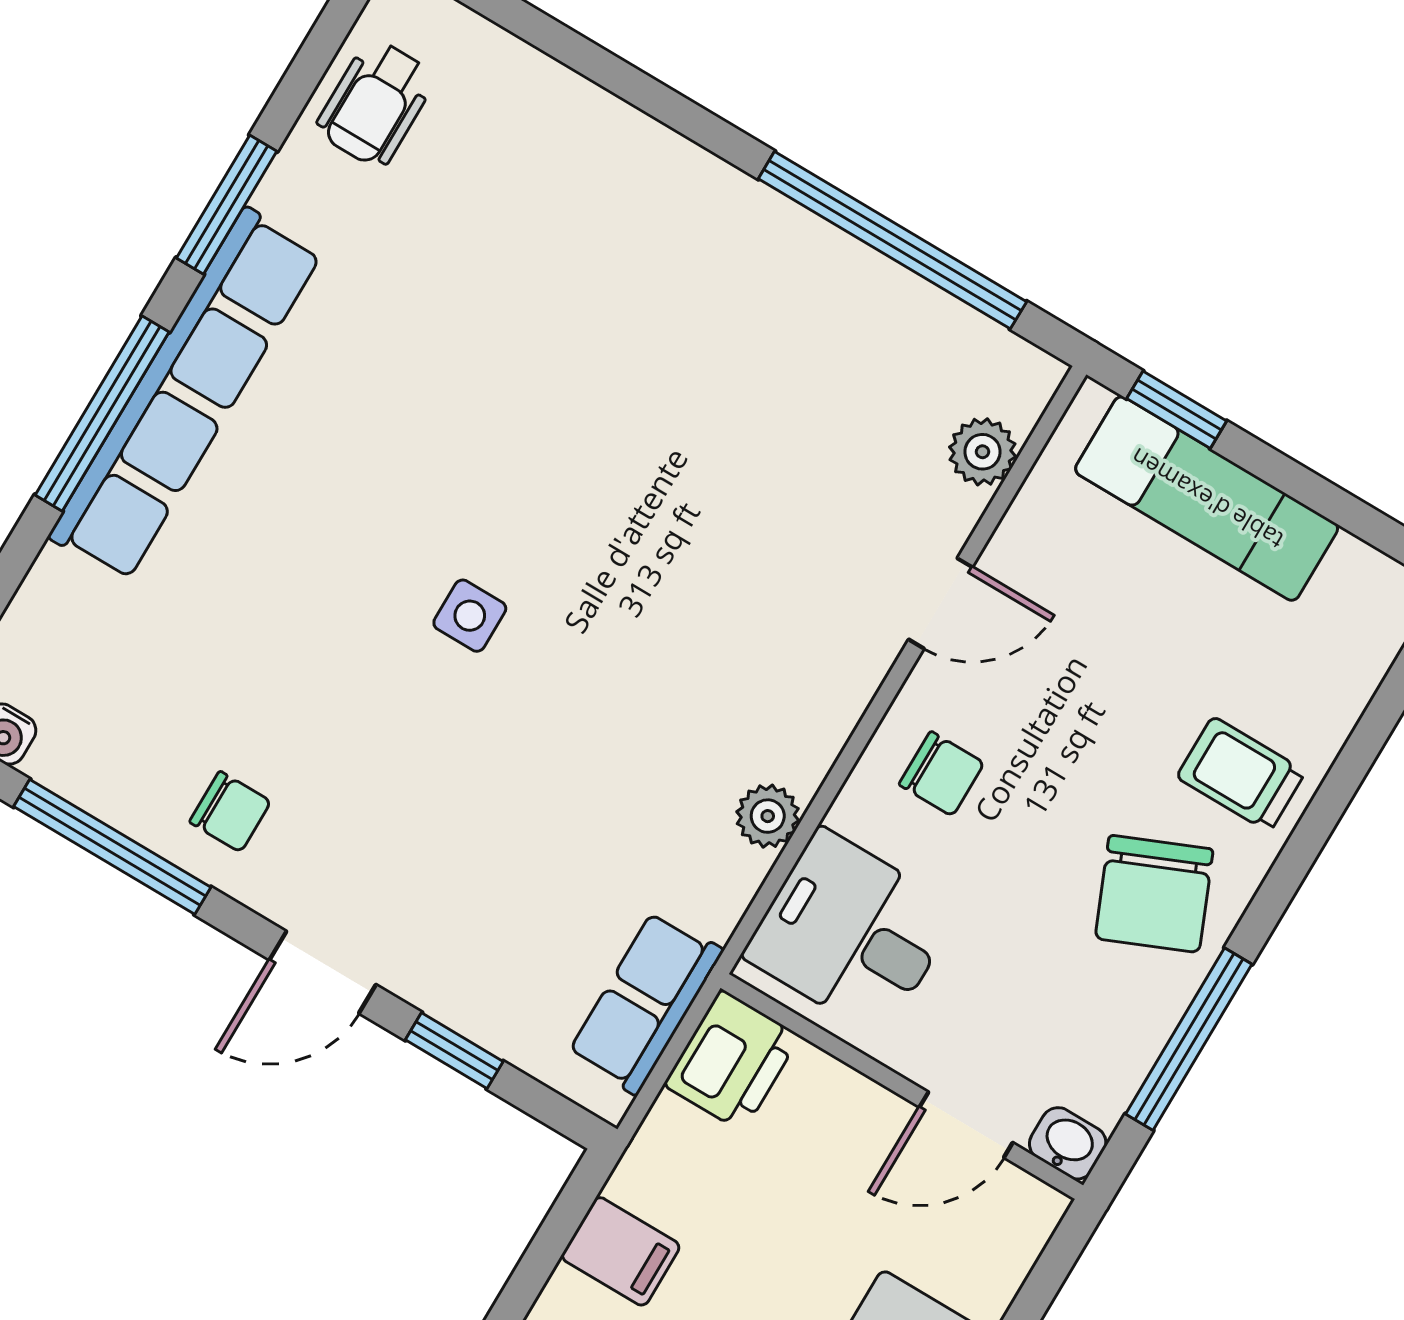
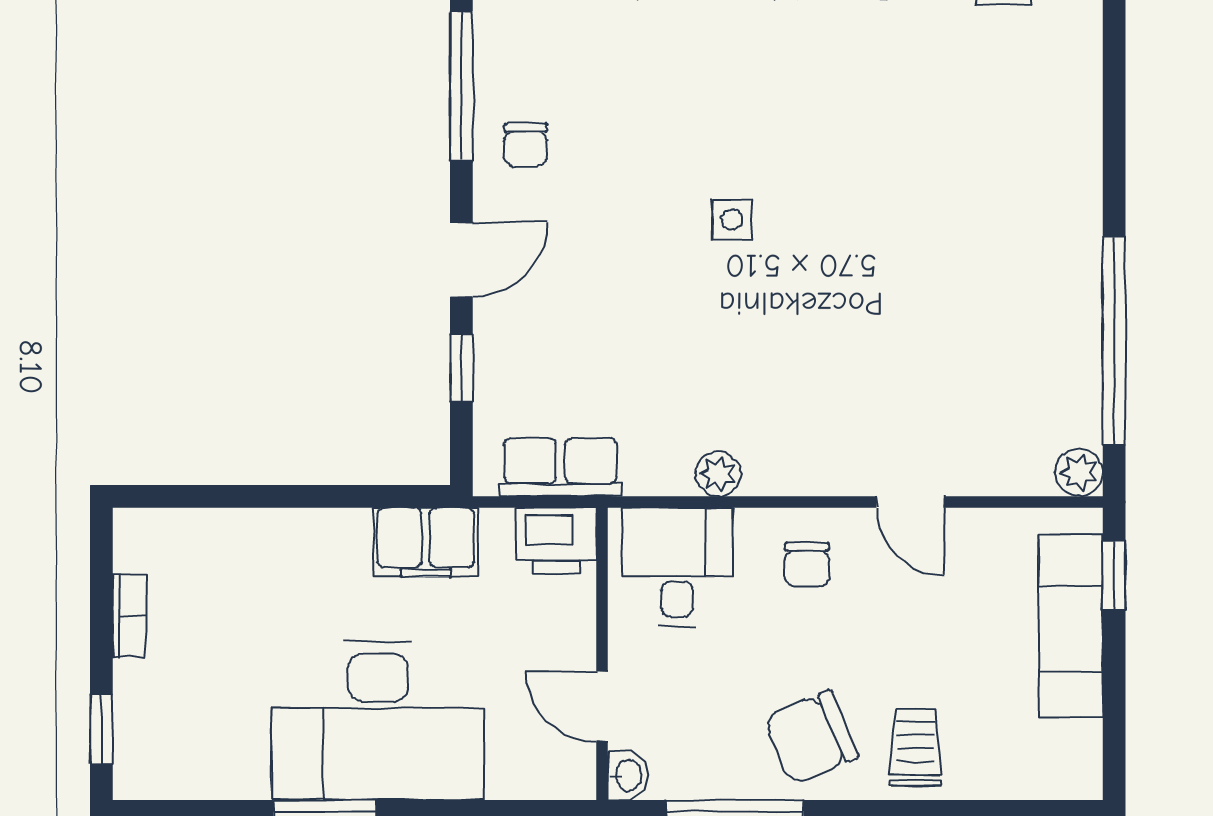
plant: (983, 452) -> (1079, 472), moved
door: (323, 972) -> (461, 260), swing flipped
filing cabinet: (621, 1251) -> (426, 542), width x2.00

